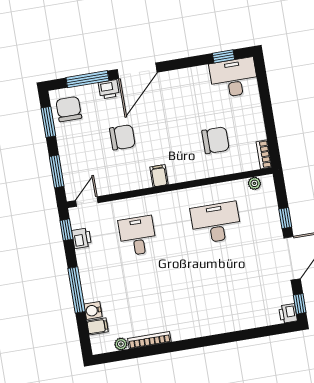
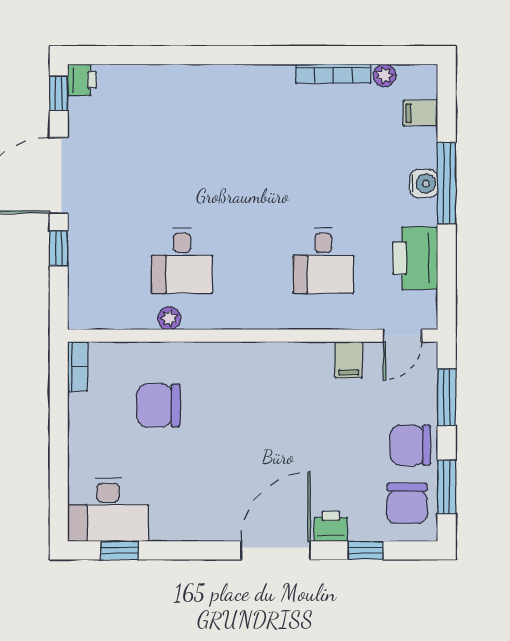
window: (87, 79) -> (365, 550), width x0.46
chair: (122, 137) -> (411, 445), moved
filing cabinet: (159, 176) -> (349, 360), moved
plant: (254, 183) -> (169, 318), moved
desk: (216, 223) -> (182, 261), width x0.73
window: (66, 230) -> (447, 292), removed
printer: (82, 238) -> (415, 258), width x1.87, depth x1.48
water cooler: (93, 310) -> (424, 184), moved

